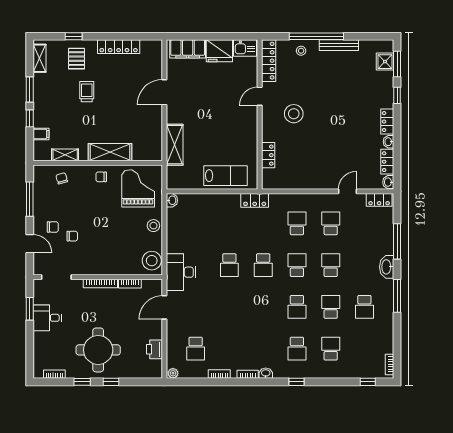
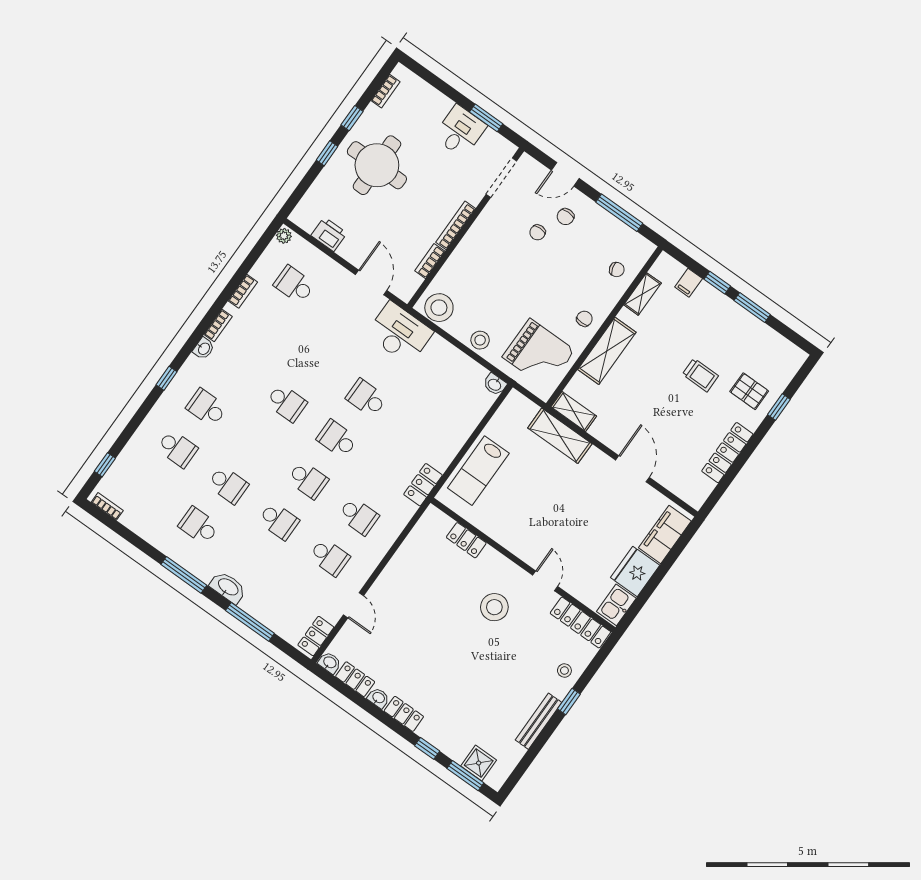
window: (316, 36) -> (569, 702), width x0.32
shelving: (39, 58) -> (574, 411), moved
school desk: (297, 307) -> (286, 403), moved, turned 180

